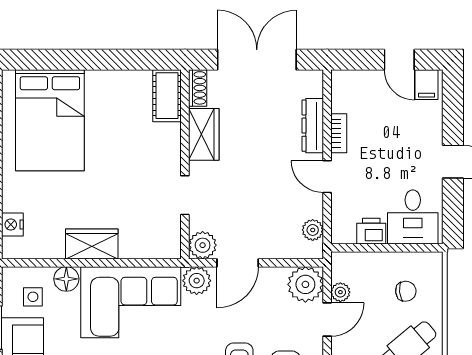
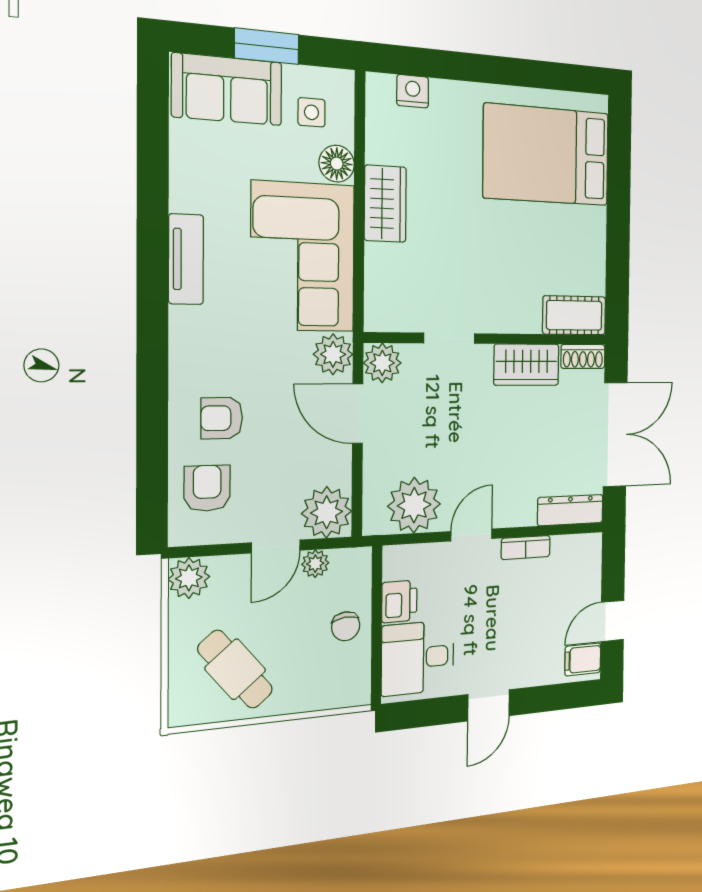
dresser: (313, 126) -> (570, 510), moved
plant: (313, 230) -> (414, 505), width x1.88, depth x1.88
chair: (406, 291) -> (346, 626), moved
door: (327, 320) -> (276, 547), hinge flipped

